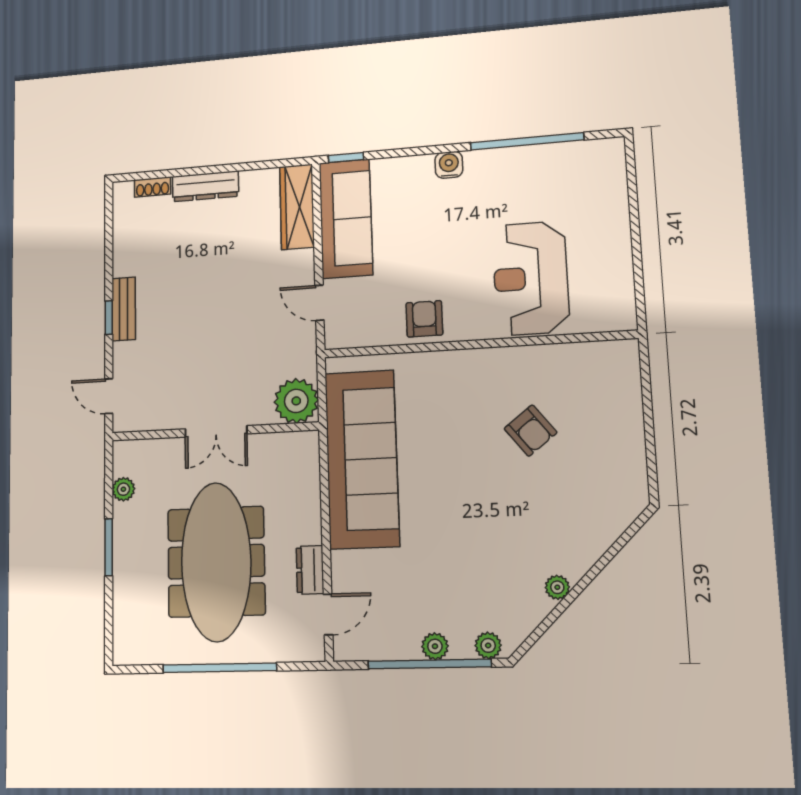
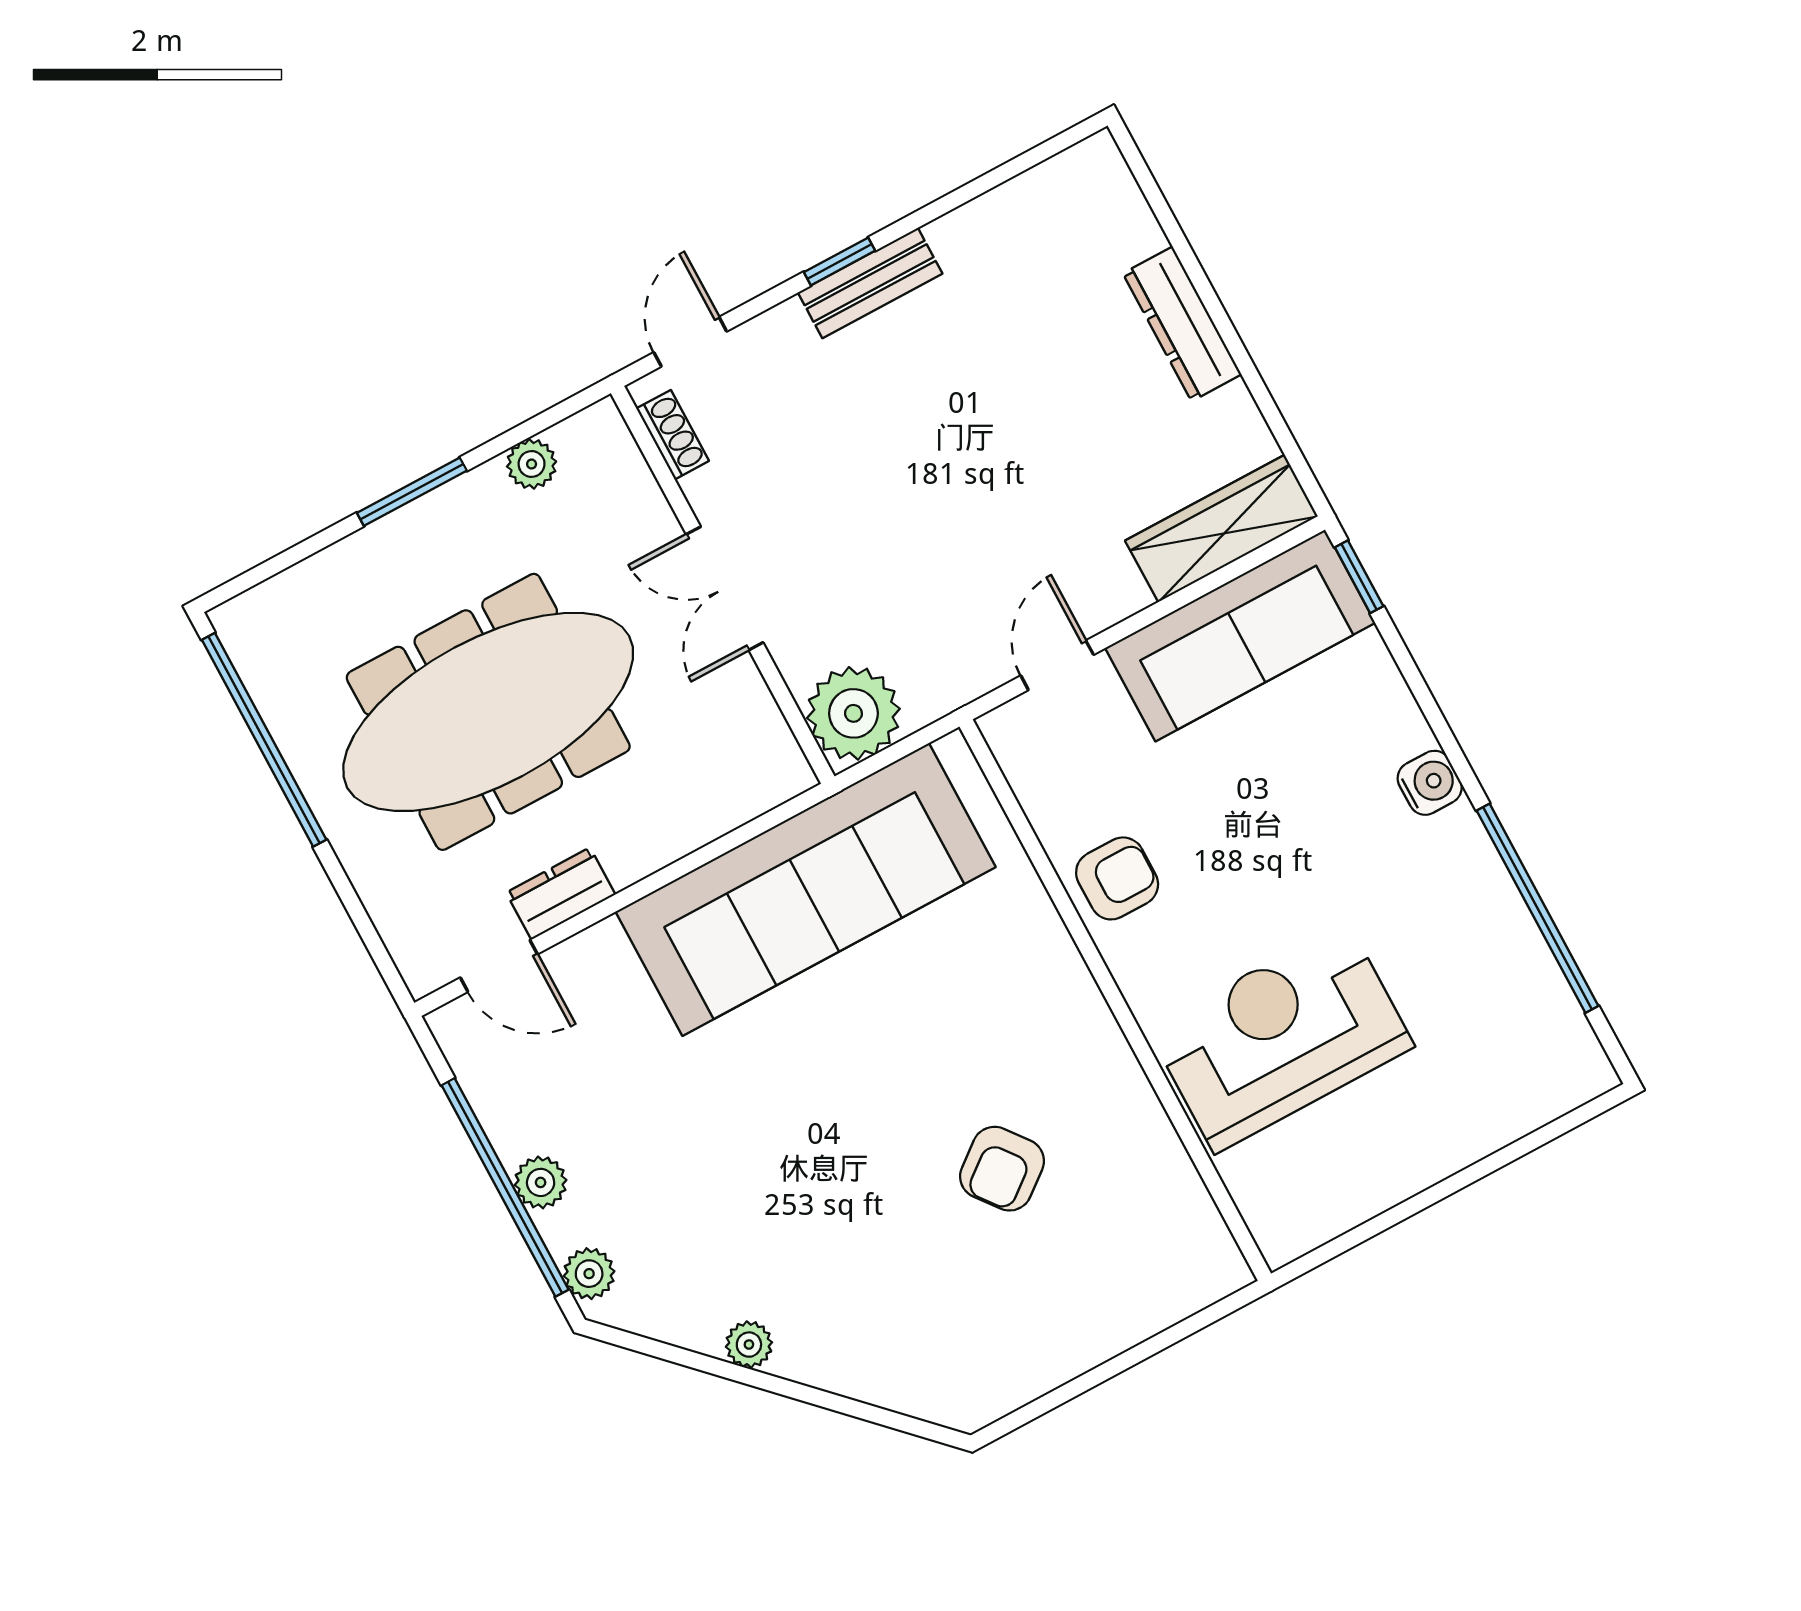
shoe rack: (153, 187) -> (673, 435), moved, turned 180
window: (219, 668) -> (264, 740), moved

